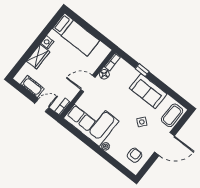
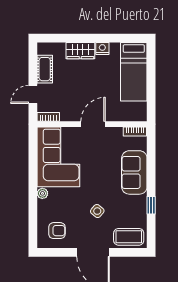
window: (142, 70) -> (151, 205), moved
floor lamp: (104, 74) -> (116, 133), removed
door: (88, 83) -> (93, 124), hinge flipped
sofa: (148, 91) -> (134, 172), moved
door: (42, 105) -> (33, 94), swing flipped

